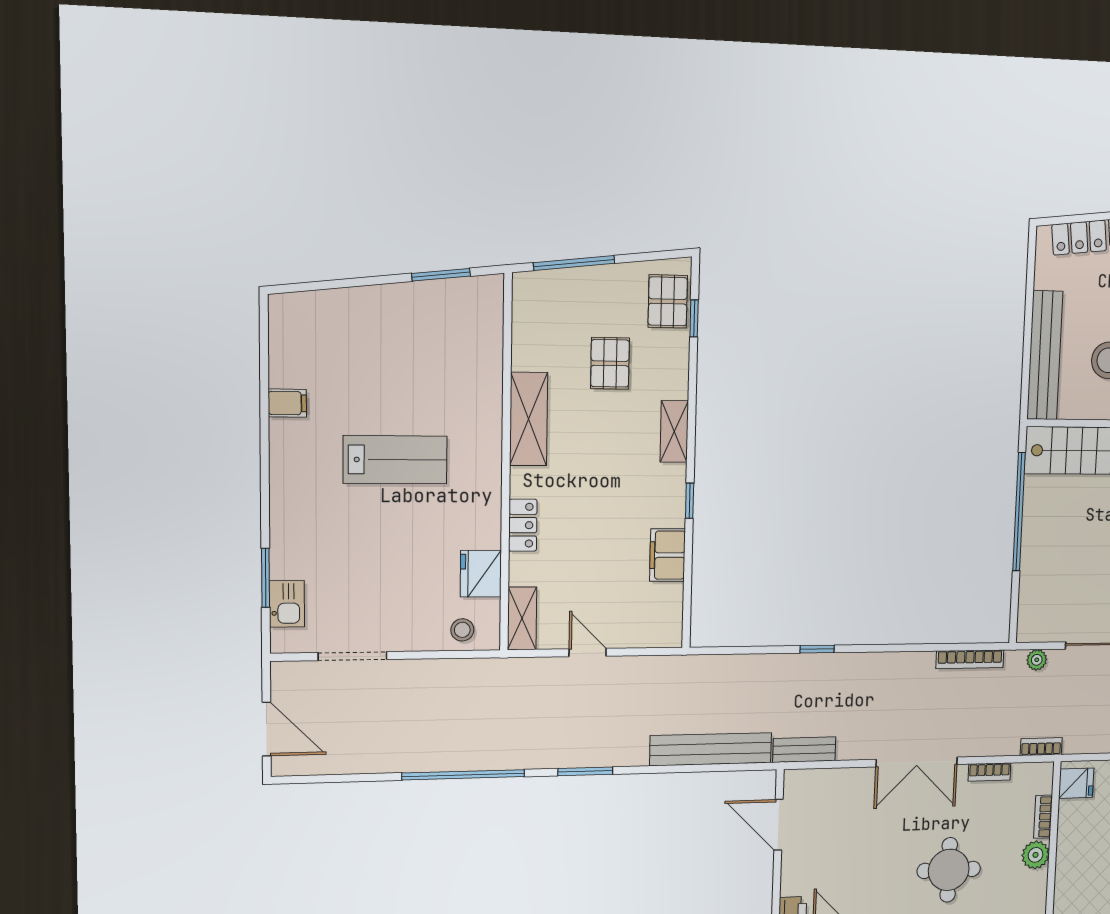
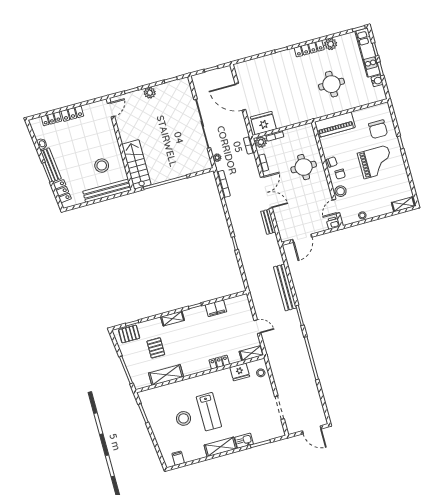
pallet: (610, 363) -> (156, 348), turned 90
stool: (396, 384) -> (184, 418), added
filing cabinet: (287, 403) -> (178, 458), moved
shelving: (529, 419) -> (166, 375), moved
lab bench: (395, 460) -> (209, 412), turned 180
shelving: (287, 464) -> (220, 447), added
kitchen sink: (287, 604) -> (244, 441), moved
door: (588, 653) -> (257, 327), swing flipped
door: (267, 729) -> (312, 430), swing flipped
bench: (711, 749) -> (285, 287), moved
bench: (804, 750) -> (268, 222), moved
fridge: (1076, 783) -> (263, 123), width x1.88, depth x1.34
plant: (1036, 855) -> (261, 142), moved

